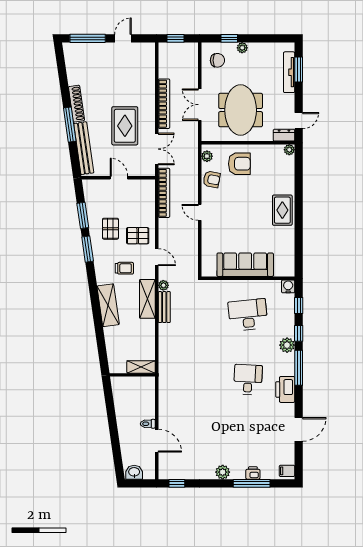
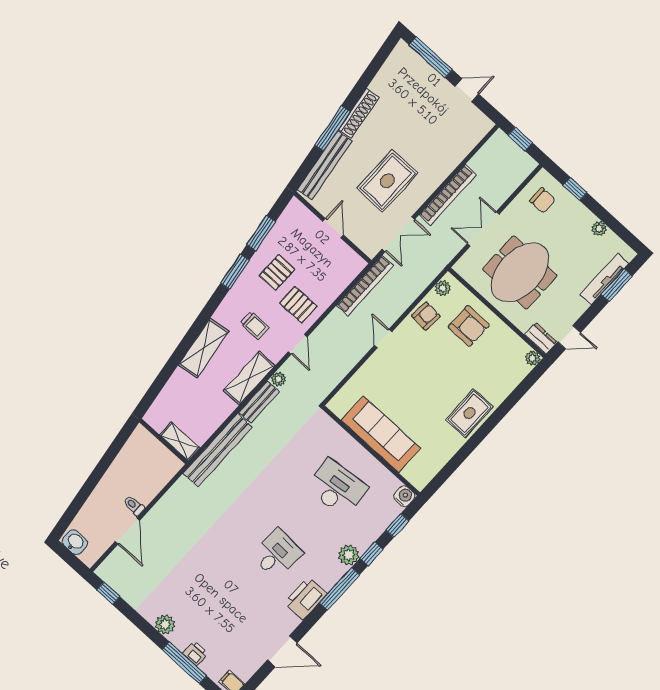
plant: (242, 48) -> (599, 229), moved
armchair: (212, 179) -> (426, 316), turned -97
bench: (166, 353) -> (218, 450), added

